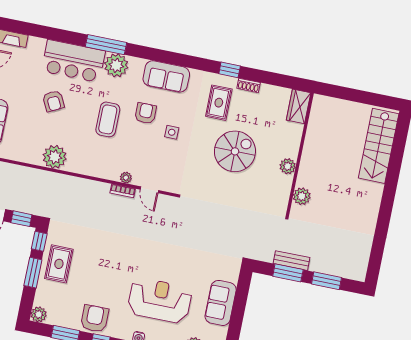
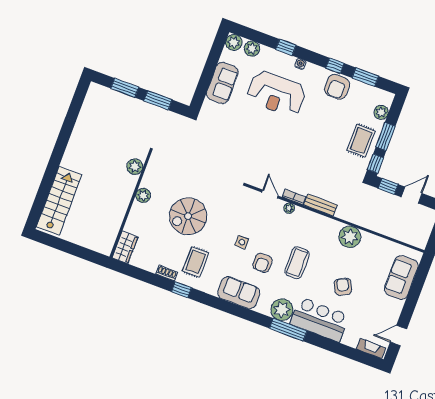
bench: (291, 261) -> (320, 205), moved
plant: (39, 314) -> (381, 112), moved

